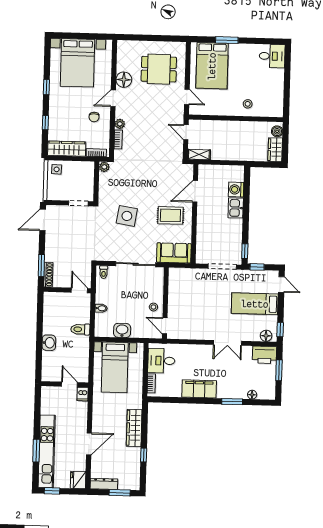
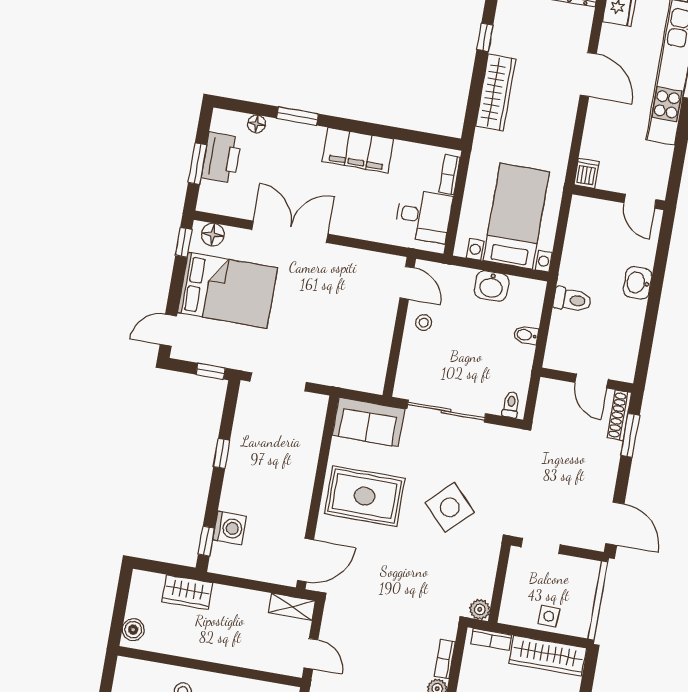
wardrobe: (275, 150) -> (187, 592), moved, turned 90
side table: (57, 169) -> (549, 616), moved
window: (247, 181) -> (206, 541), added
door: (195, 191) -> (306, 560), moved
kitchen sink: (236, 208) -> (236, 492), removed
rug: (170, 215) -> (365, 496), width x1.36, depth x1.43
side table: (127, 216) -> (450, 507), turned 37
door: (43, 220) -> (615, 524), hinge flipped
window: (245, 251) -> (222, 454), moved
door: (281, 285) -> (168, 330), hinge flipped
door: (79, 290) -> (592, 381), moved
bed: (255, 304) -> (227, 290), width x1.50
double door: (227, 343) -> (290, 232), width x1.37
printer: (264, 355) -> (221, 158), moved, turned 90
door: (69, 384) -> (640, 201), moved
door: (89, 444) -> (588, 74), swing flipped

